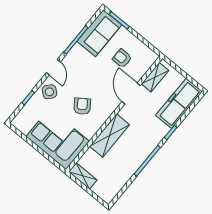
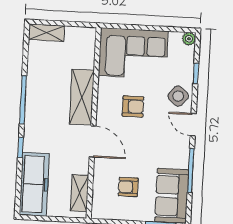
armchair: (122, 58) -> (128, 187), turned 180
door: (131, 94) -> (93, 142), moved
armchair: (82, 106) -> (133, 106), turned -55
plant: (16, 122) -> (189, 39), added
shelving: (83, 176) -> (46, 33), moved

